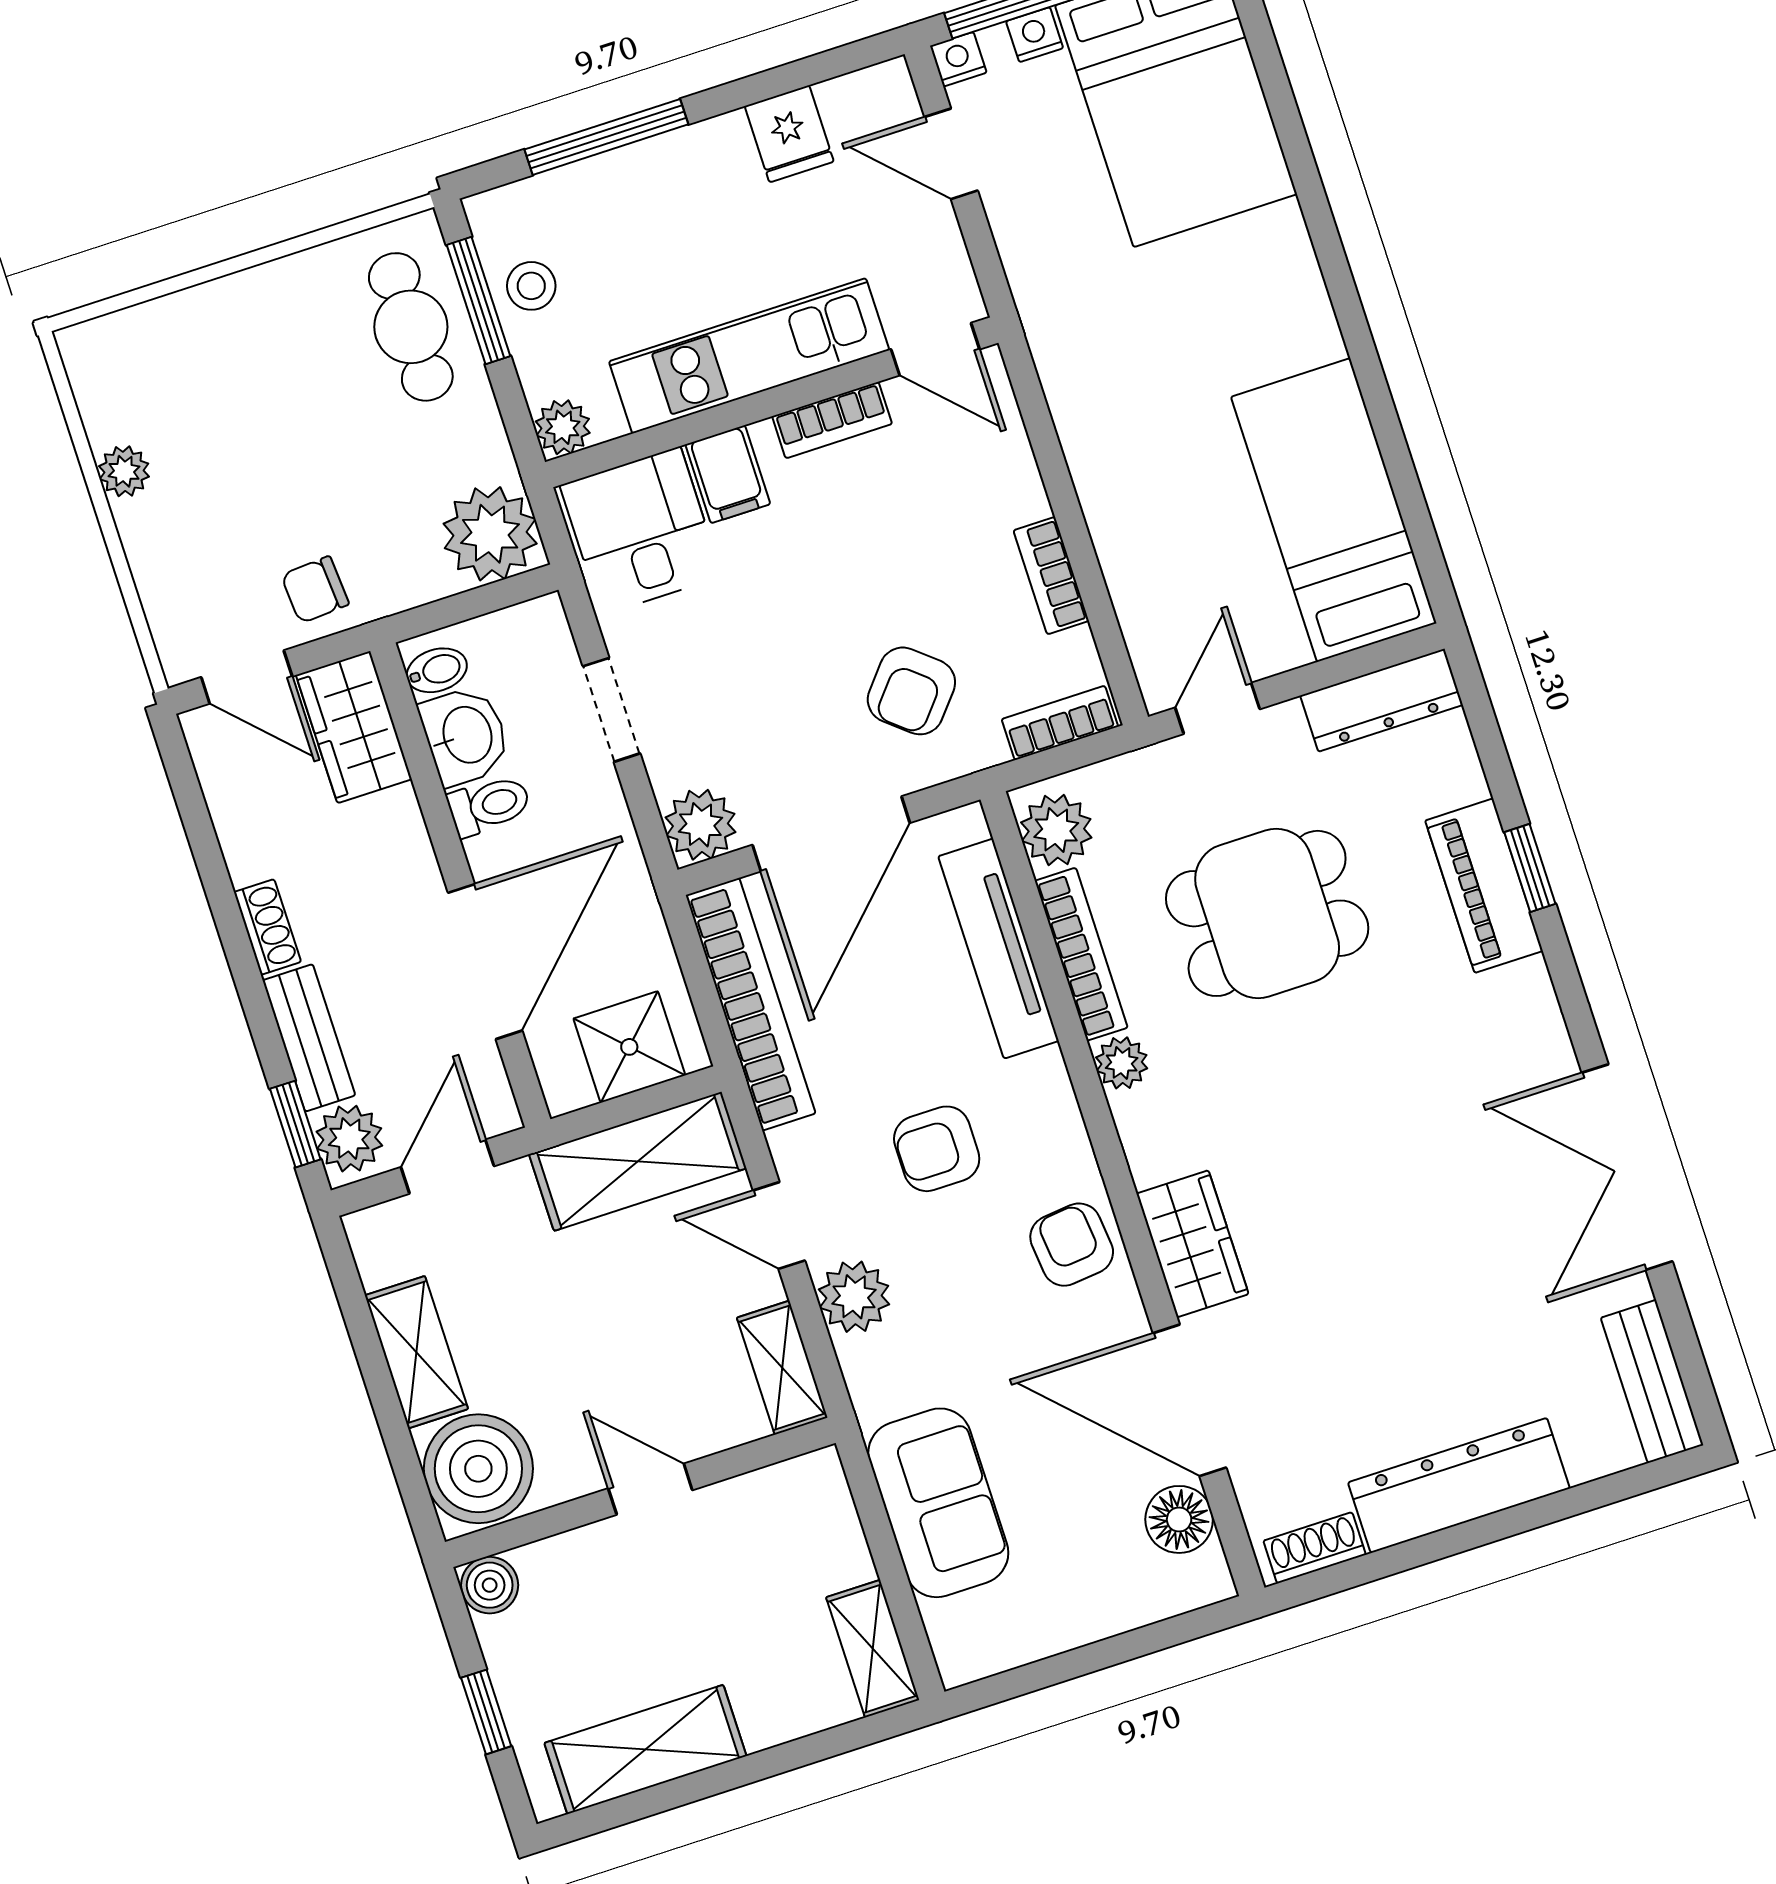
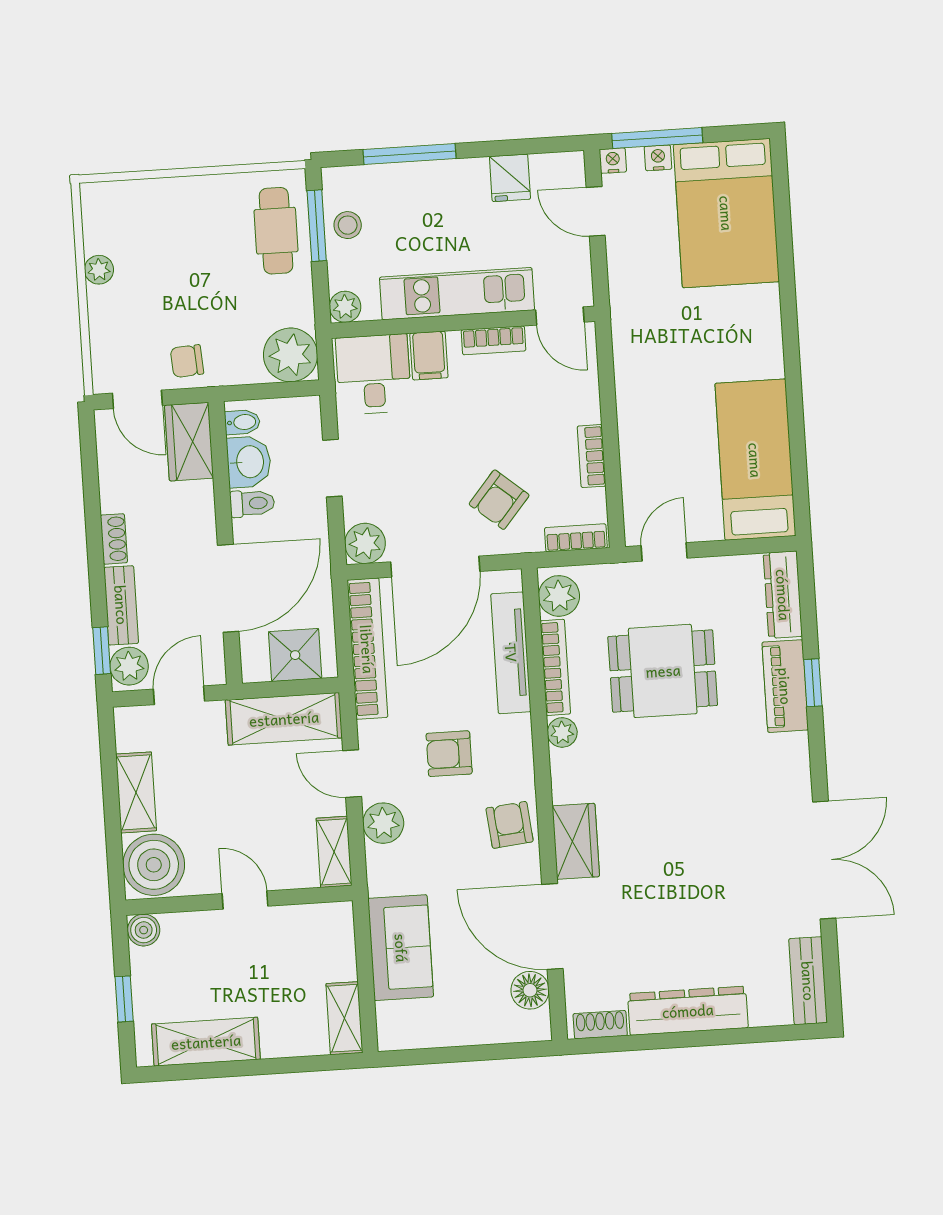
dresser: (1382, 700) -> (783, 595), moved, turned 90
double door: (1627, 1167) -> (824, 860), swing flipped

